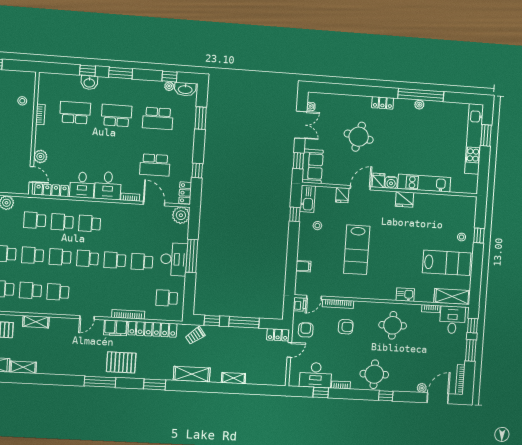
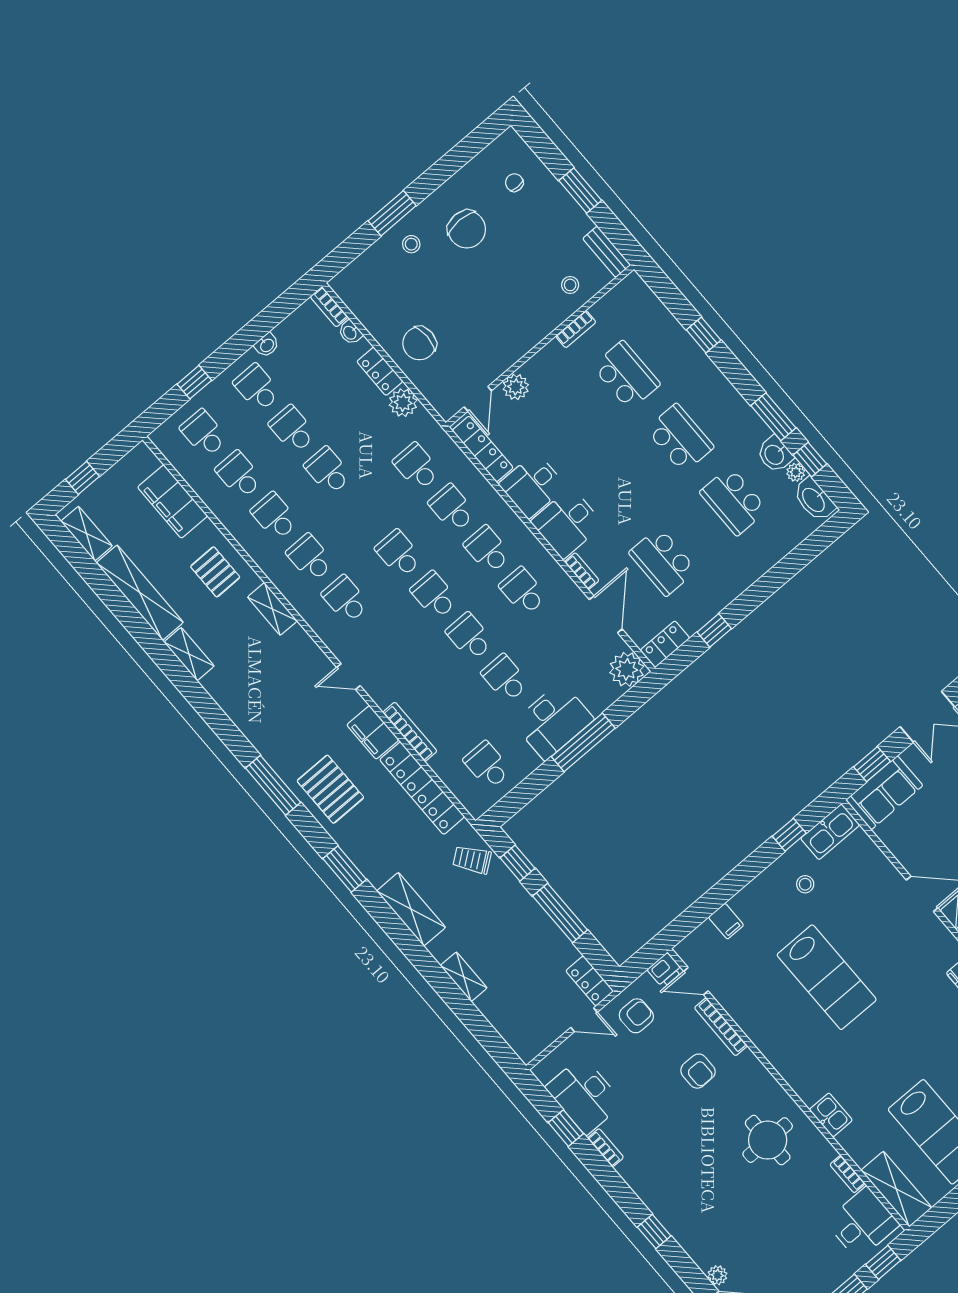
window: (121, 73) -> (773, 417), moved
bench: (23, 76) -> (607, 252), added
washbasin: (89, 83) -> (775, 454), moved
window: (201, 118) -> (794, 562), removed
fridge: (342, 195) -> (885, 878), removed
lab bench: (357, 250) -> (827, 977), turned -90
school desk: (33, 255) -> (523, 591), moved
round table: (374, 374) -> (669, 1183), removed

